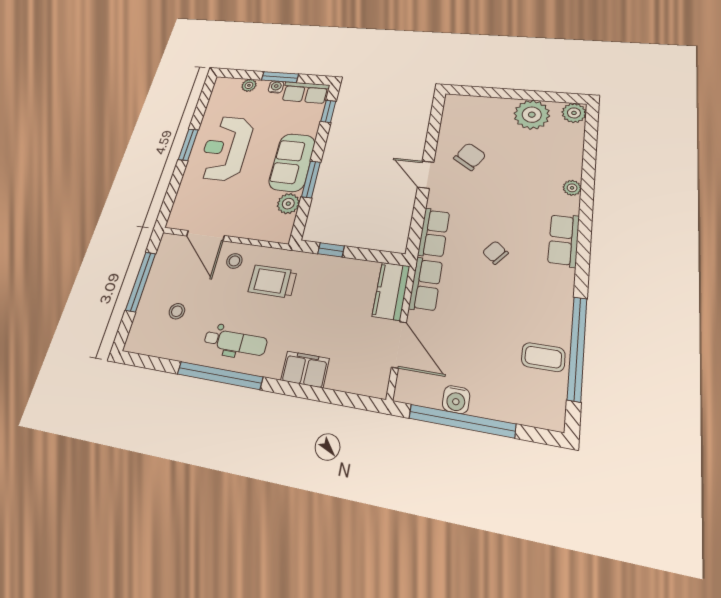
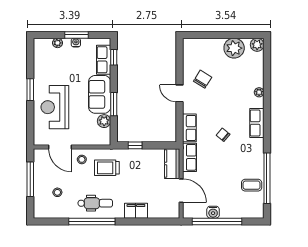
row of seats: (305, 93) -> (104, 60), moved, turned 90
reception desk: (226, 148) -> (55, 107), moved

